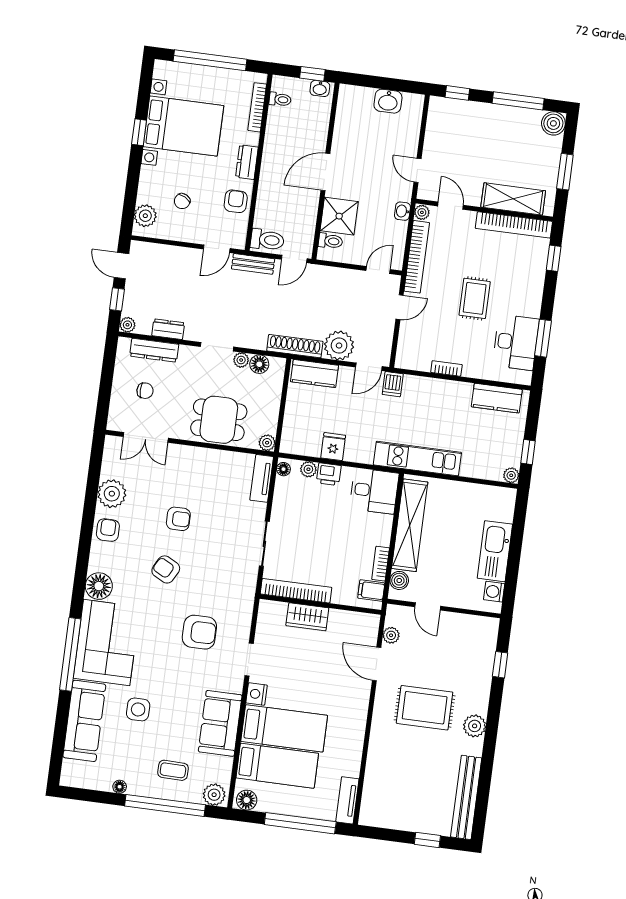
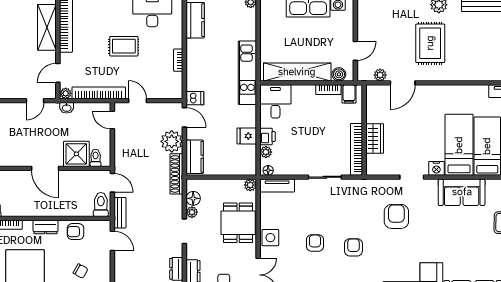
armchair: (166, 569) -> (353, 247), turned 152
side table: (138, 709) -> (270, 238), moved

